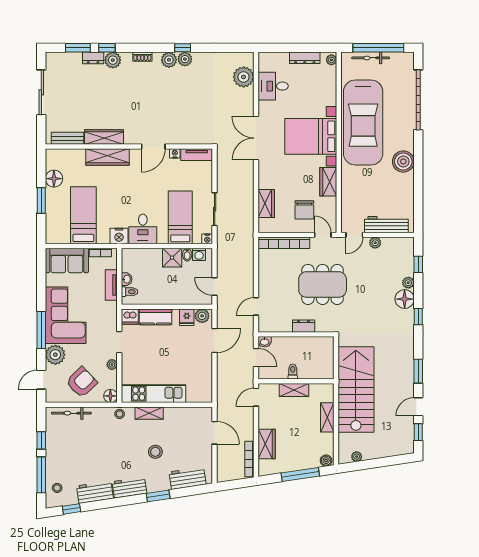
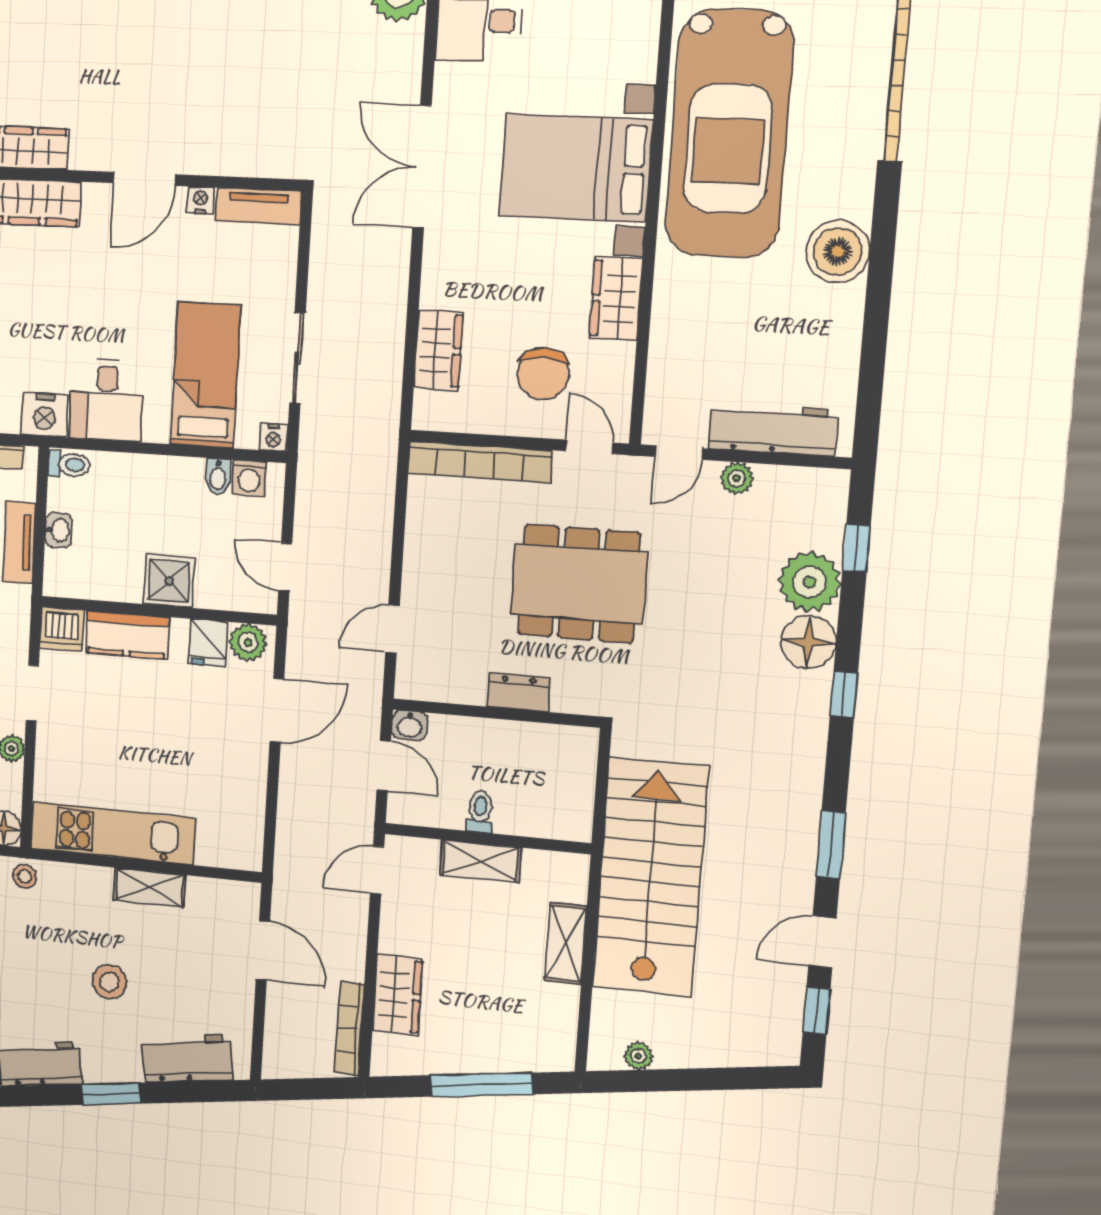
shower: (172, 258) -> (169, 581), moved
plant: (408, 283) -> (810, 582), width x1.88, depth x1.88
toilet: (130, 292) -> (69, 464), moved
shelving: (149, 413) -> (149, 887), moved
boiler: (326, 461) -> (554, 1057), removed

